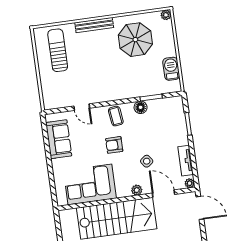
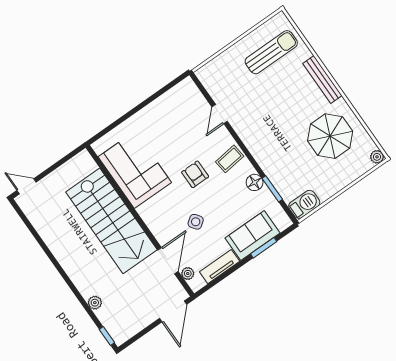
barbecue: (171, 69) -> (304, 204), moved
sofa: (59, 139) -> (253, 236), moved, turned 180
plant: (190, 183) -> (188, 274), moved
plant: (137, 190) -> (156, 227), removed

